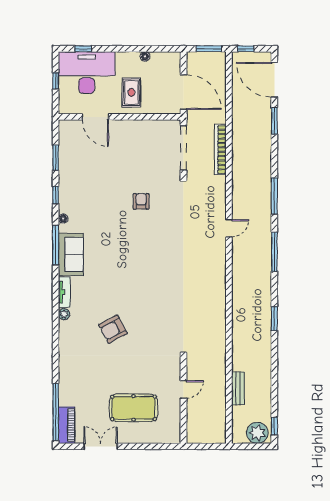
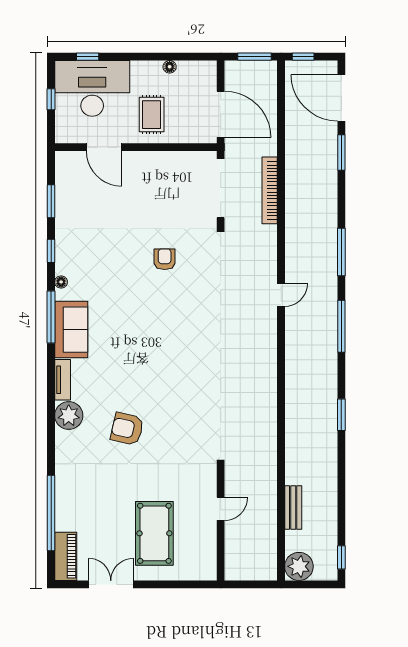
plant: (64, 314) -> (69, 416), width x1.88, depth x1.88
armchair: (113, 329) -> (127, 429), turned 41
pool table: (134, 408) -> (154, 533), turned 90
window: (56, 412) -> (51, 513), moved
plant: (257, 433) -> (299, 566), moved

